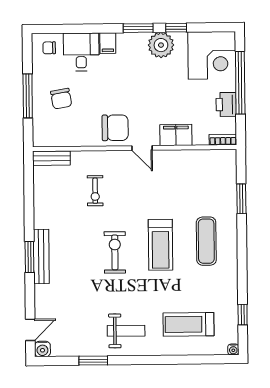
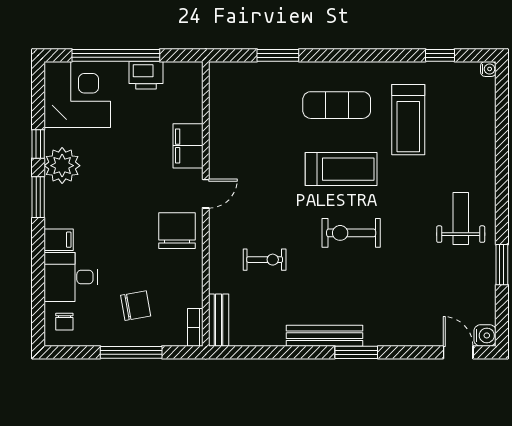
bookcase: (223, 140) -> (195, 327), moved
bench: (41, 256) -> (325, 336), moved
treadmill: (189, 324) -> (408, 120), moved

